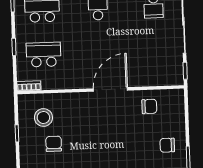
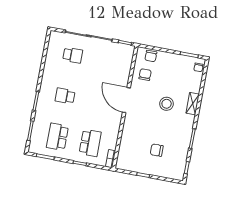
school desk: (44, 55) -> (90, 143), turned 180
stool: (43, 118) -> (167, 104), moved
chair: (167, 145) -> (151, 56), moved

